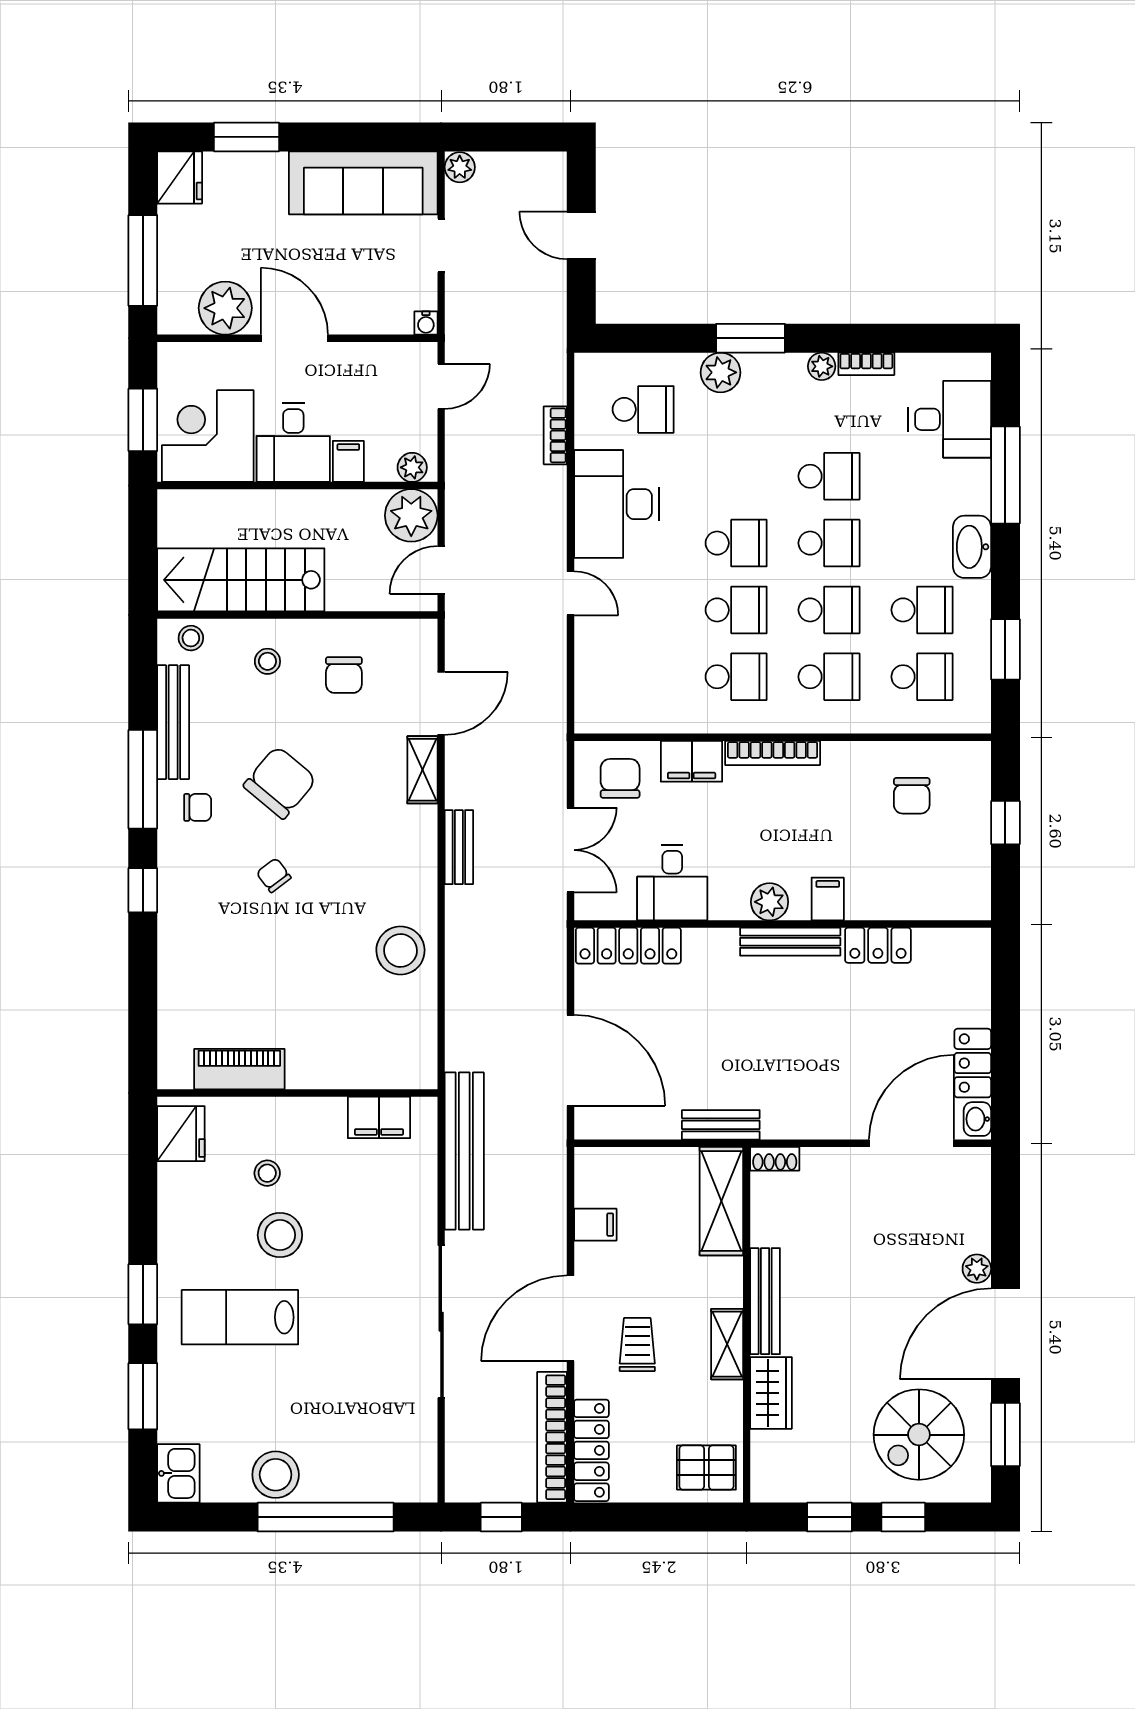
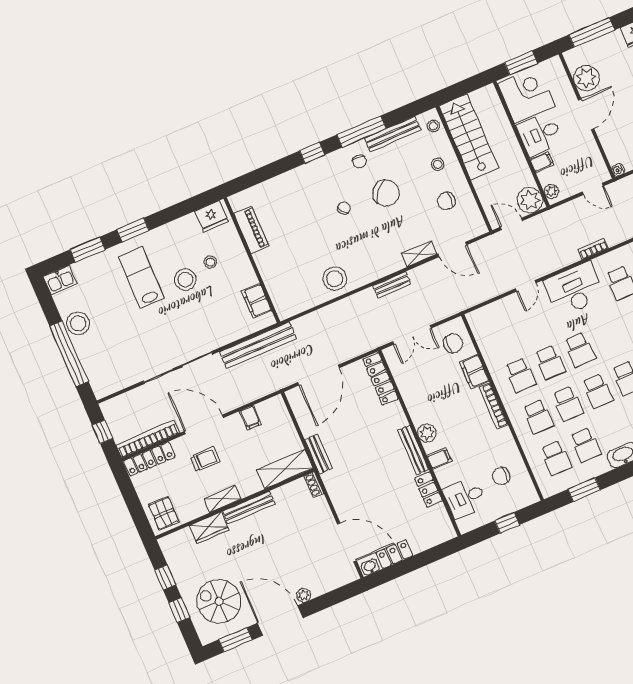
desk: (672, 883) -> (465, 498), moved

